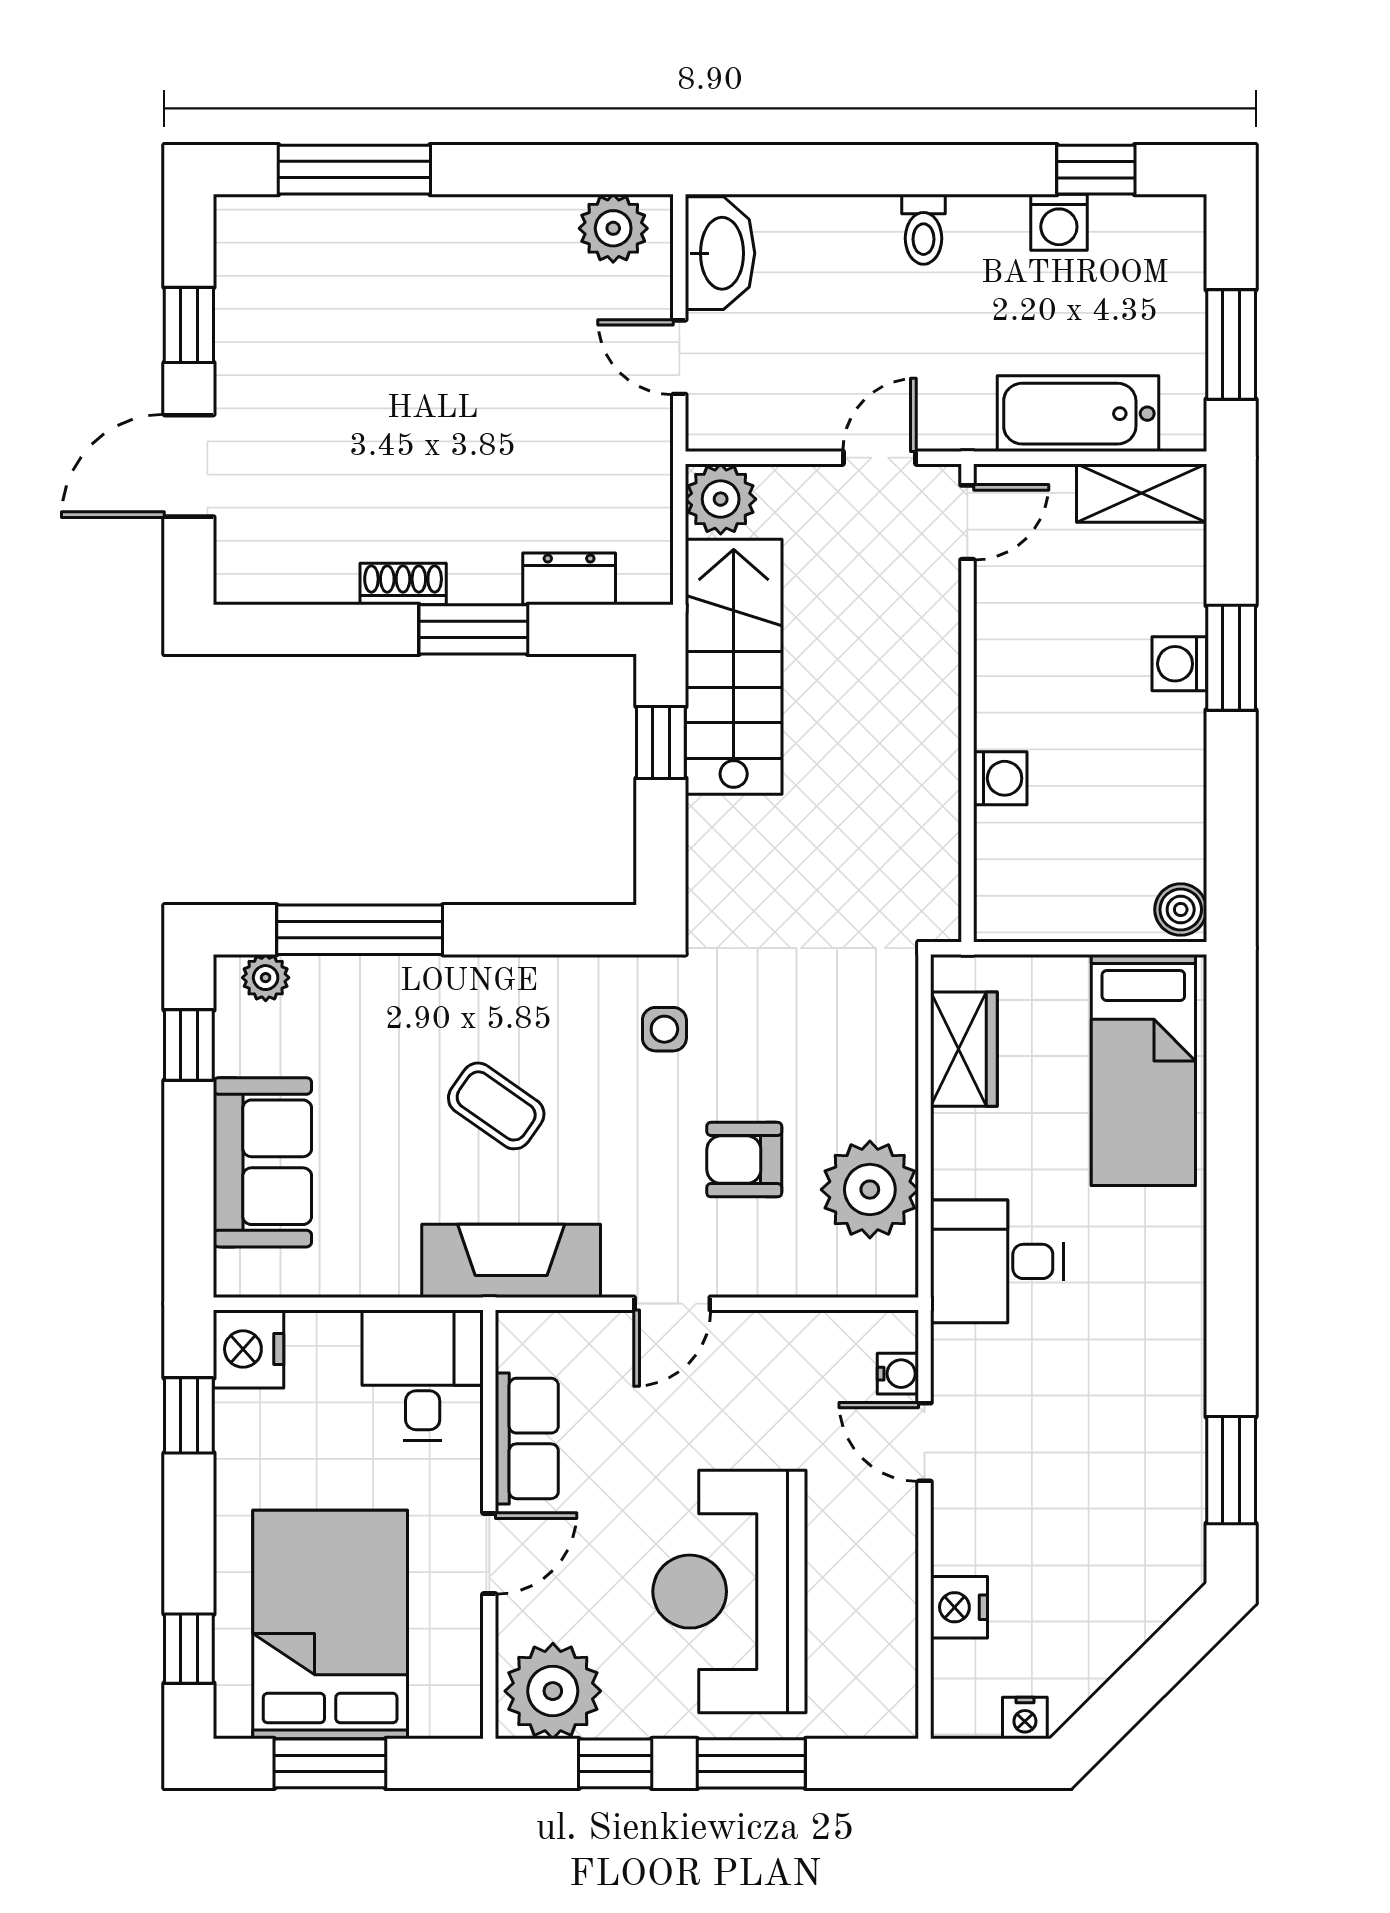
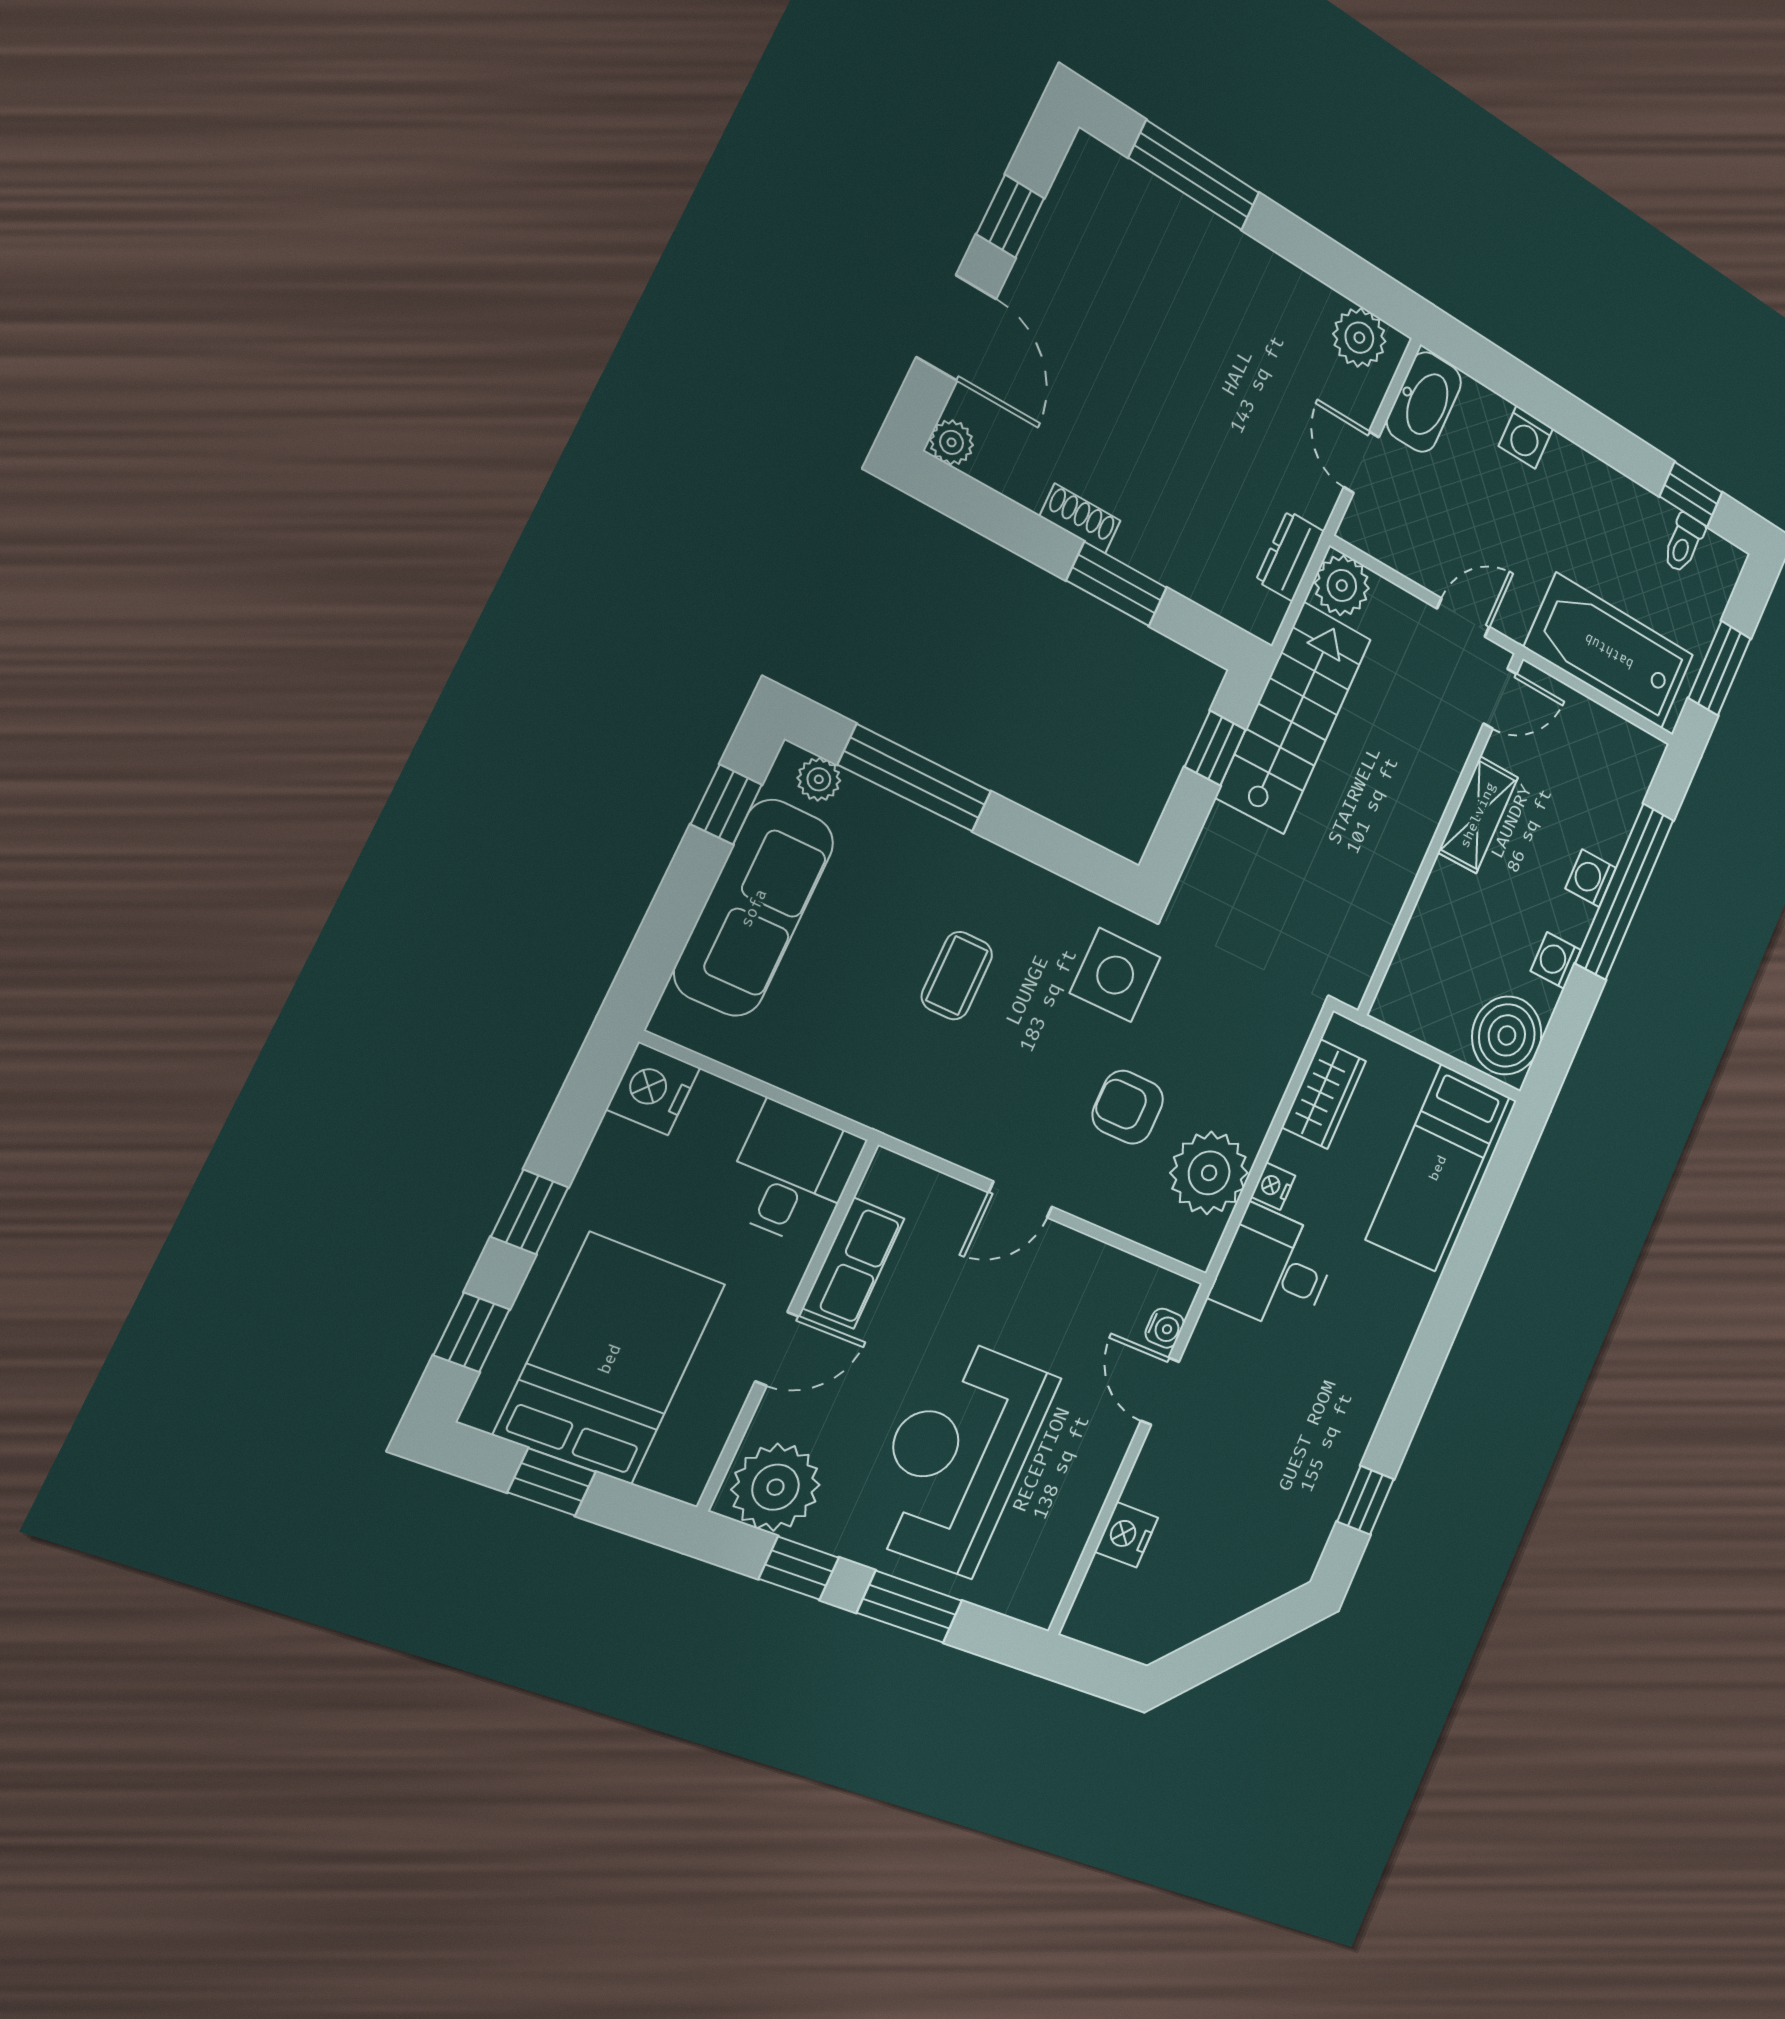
washing machine: (1059, 222) -> (1526, 437), moved
toilet: (924, 229) -> (1684, 543), moved
bathtub: (1078, 414) -> (1609, 651), width x1.36, depth x1.36
door: (189, 466) -> (956, 328), swing flipped
shelving: (1142, 493) -> (1478, 815), moved, turned 90
dresser: (569, 579) -> (1290, 556), moved, turned -90
plant: (238, 581) -> (952, 442), added
window: (1231, 658) -> (1625, 891), width x2.11
washing machine: (1000, 778) -> (1556, 960), moved, turned 180
boiler: (1181, 910) -> (1507, 1035), width x1.86, depth x1.86
side table: (664, 1029) -> (1115, 975), width x1.87, depth x1.87
coffee table: (496, 1106) -> (957, 976), turned 55
sofa: (262, 1162) -> (754, 908), width x1.36
fireplace: (511, 1261) -> (910, 1109), removed
window: (189, 1415) -> (530, 1212), moved
window: (1231, 1470) -> (1365, 1500), width x0.67
nightstand: (1025, 1718) -> (1273, 1186), moved, turned 90
window: (330, 1763) -> (552, 1482), width x0.67

